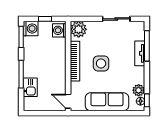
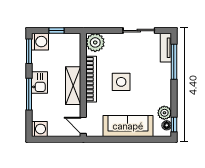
washing machine: (59, 30) -> (39, 129), moved, turned 180
tv unit: (140, 53) -> (166, 48), moved
shelving: (59, 67) -> (73, 86), added
kitchen sink: (30, 87) -> (39, 83), moved

